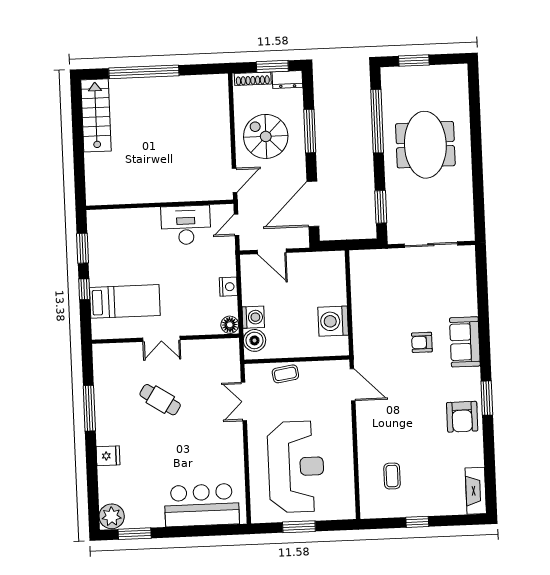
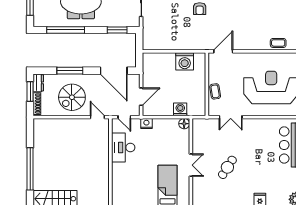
nightstand: (228, 287) -> (146, 124), moved
boiler: (254, 340) -> (194, 109), removed
coffee table: (392, 476) -> (278, 43), moved

